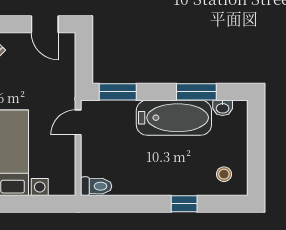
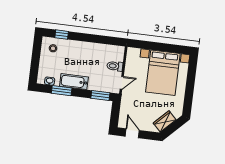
bathtub: (174, 118) -> (74, 82), width x0.73, depth x0.73
toilet: (96, 186) -> (115, 66), moved
window: (184, 204) -> (62, 35), moved

